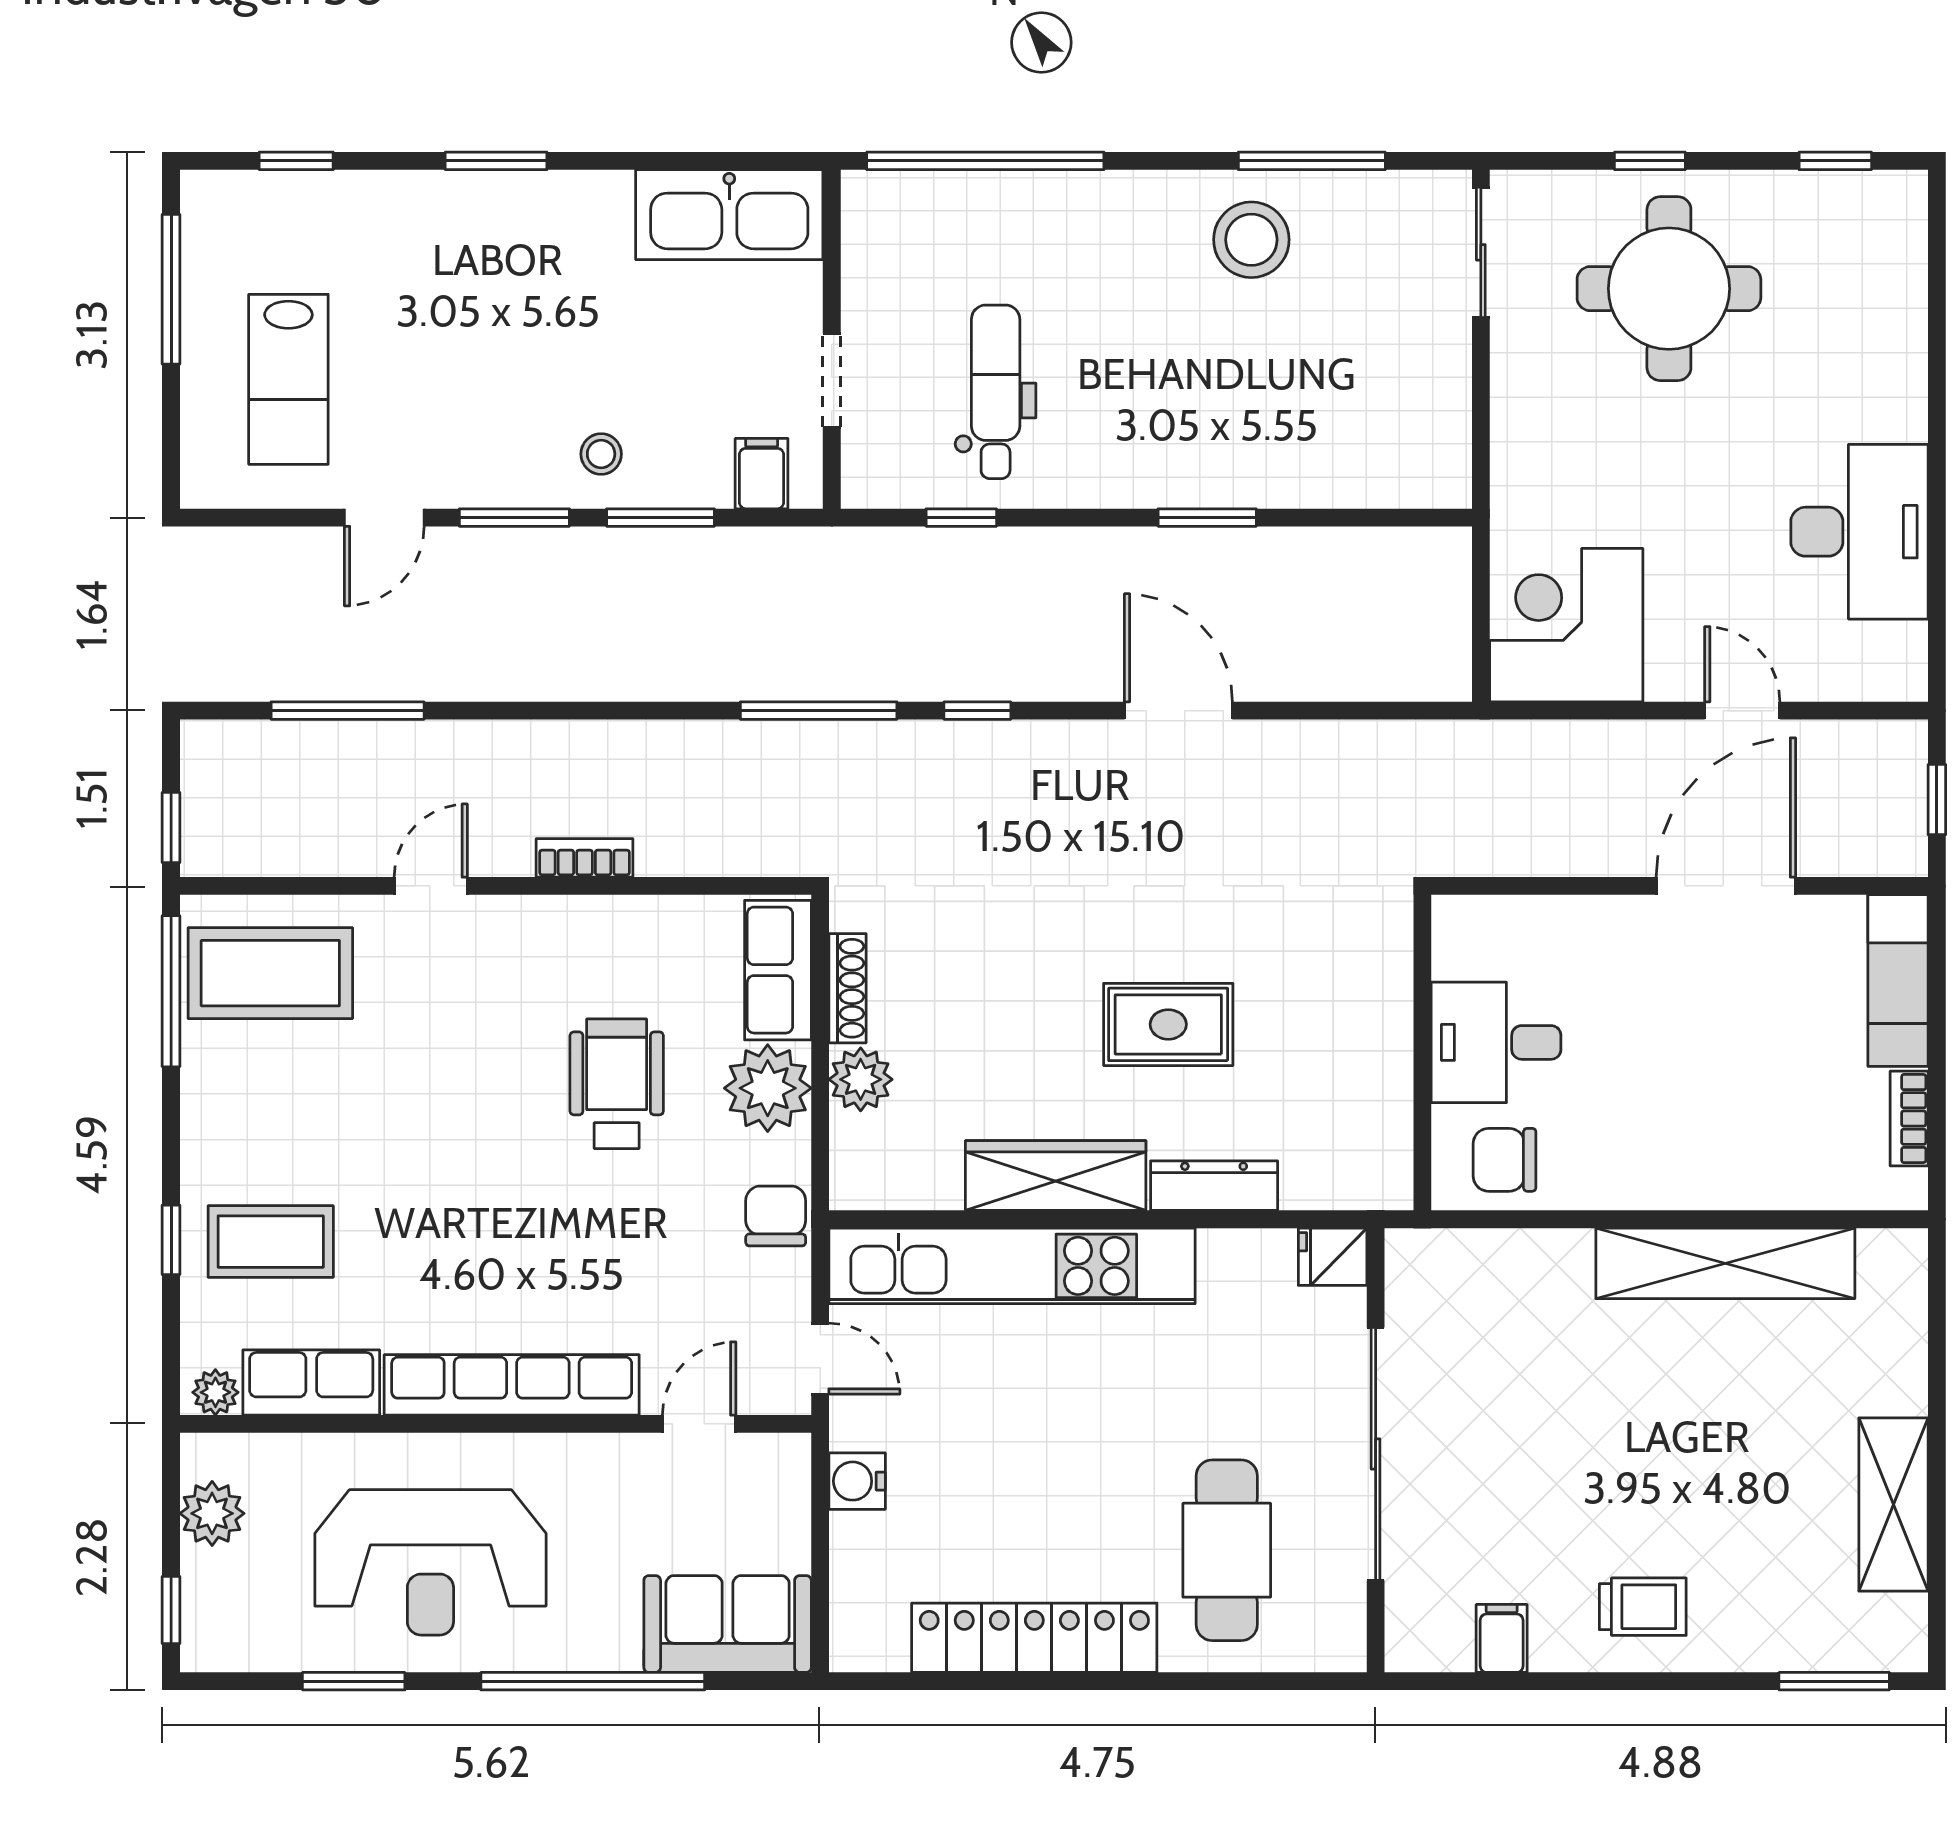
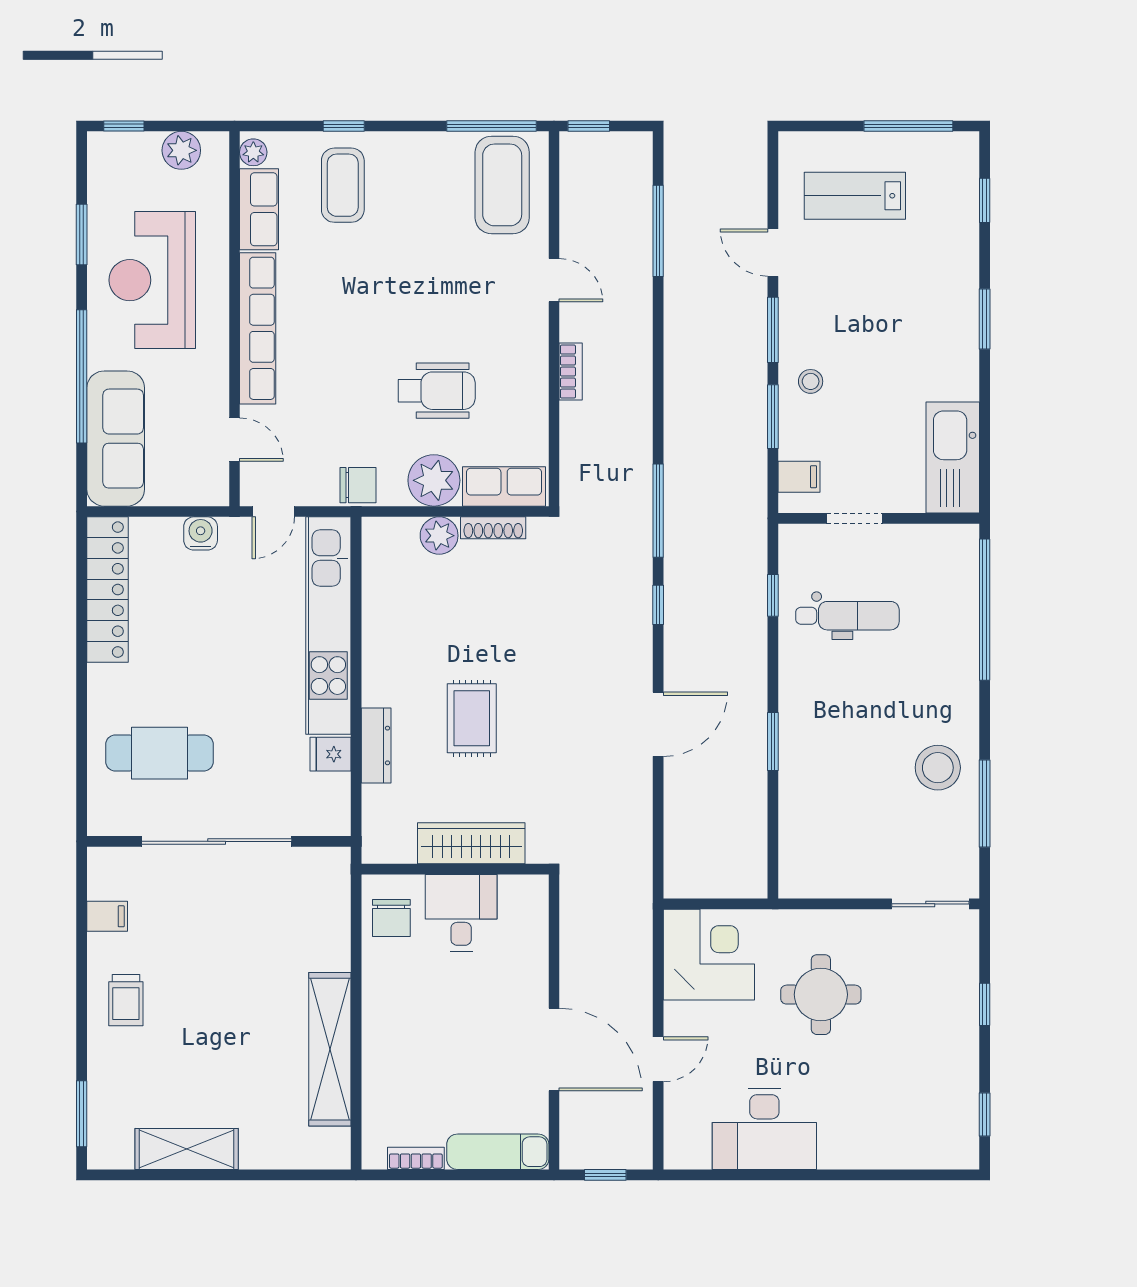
round table: (1669, 289) -> (821, 995), moved, width x0.73, depth x0.73
chair: (1505, 1160) -> (391, 918), turned 180
wardrobe: (1056, 1176) -> (471, 843), moved, turned -90
fridge: (1333, 1257) -> (330, 754), moved, turned -90
sofa: (728, 1624) -> (116, 439), width x1.36
locker: (1034, 1638) -> (108, 590), moved

